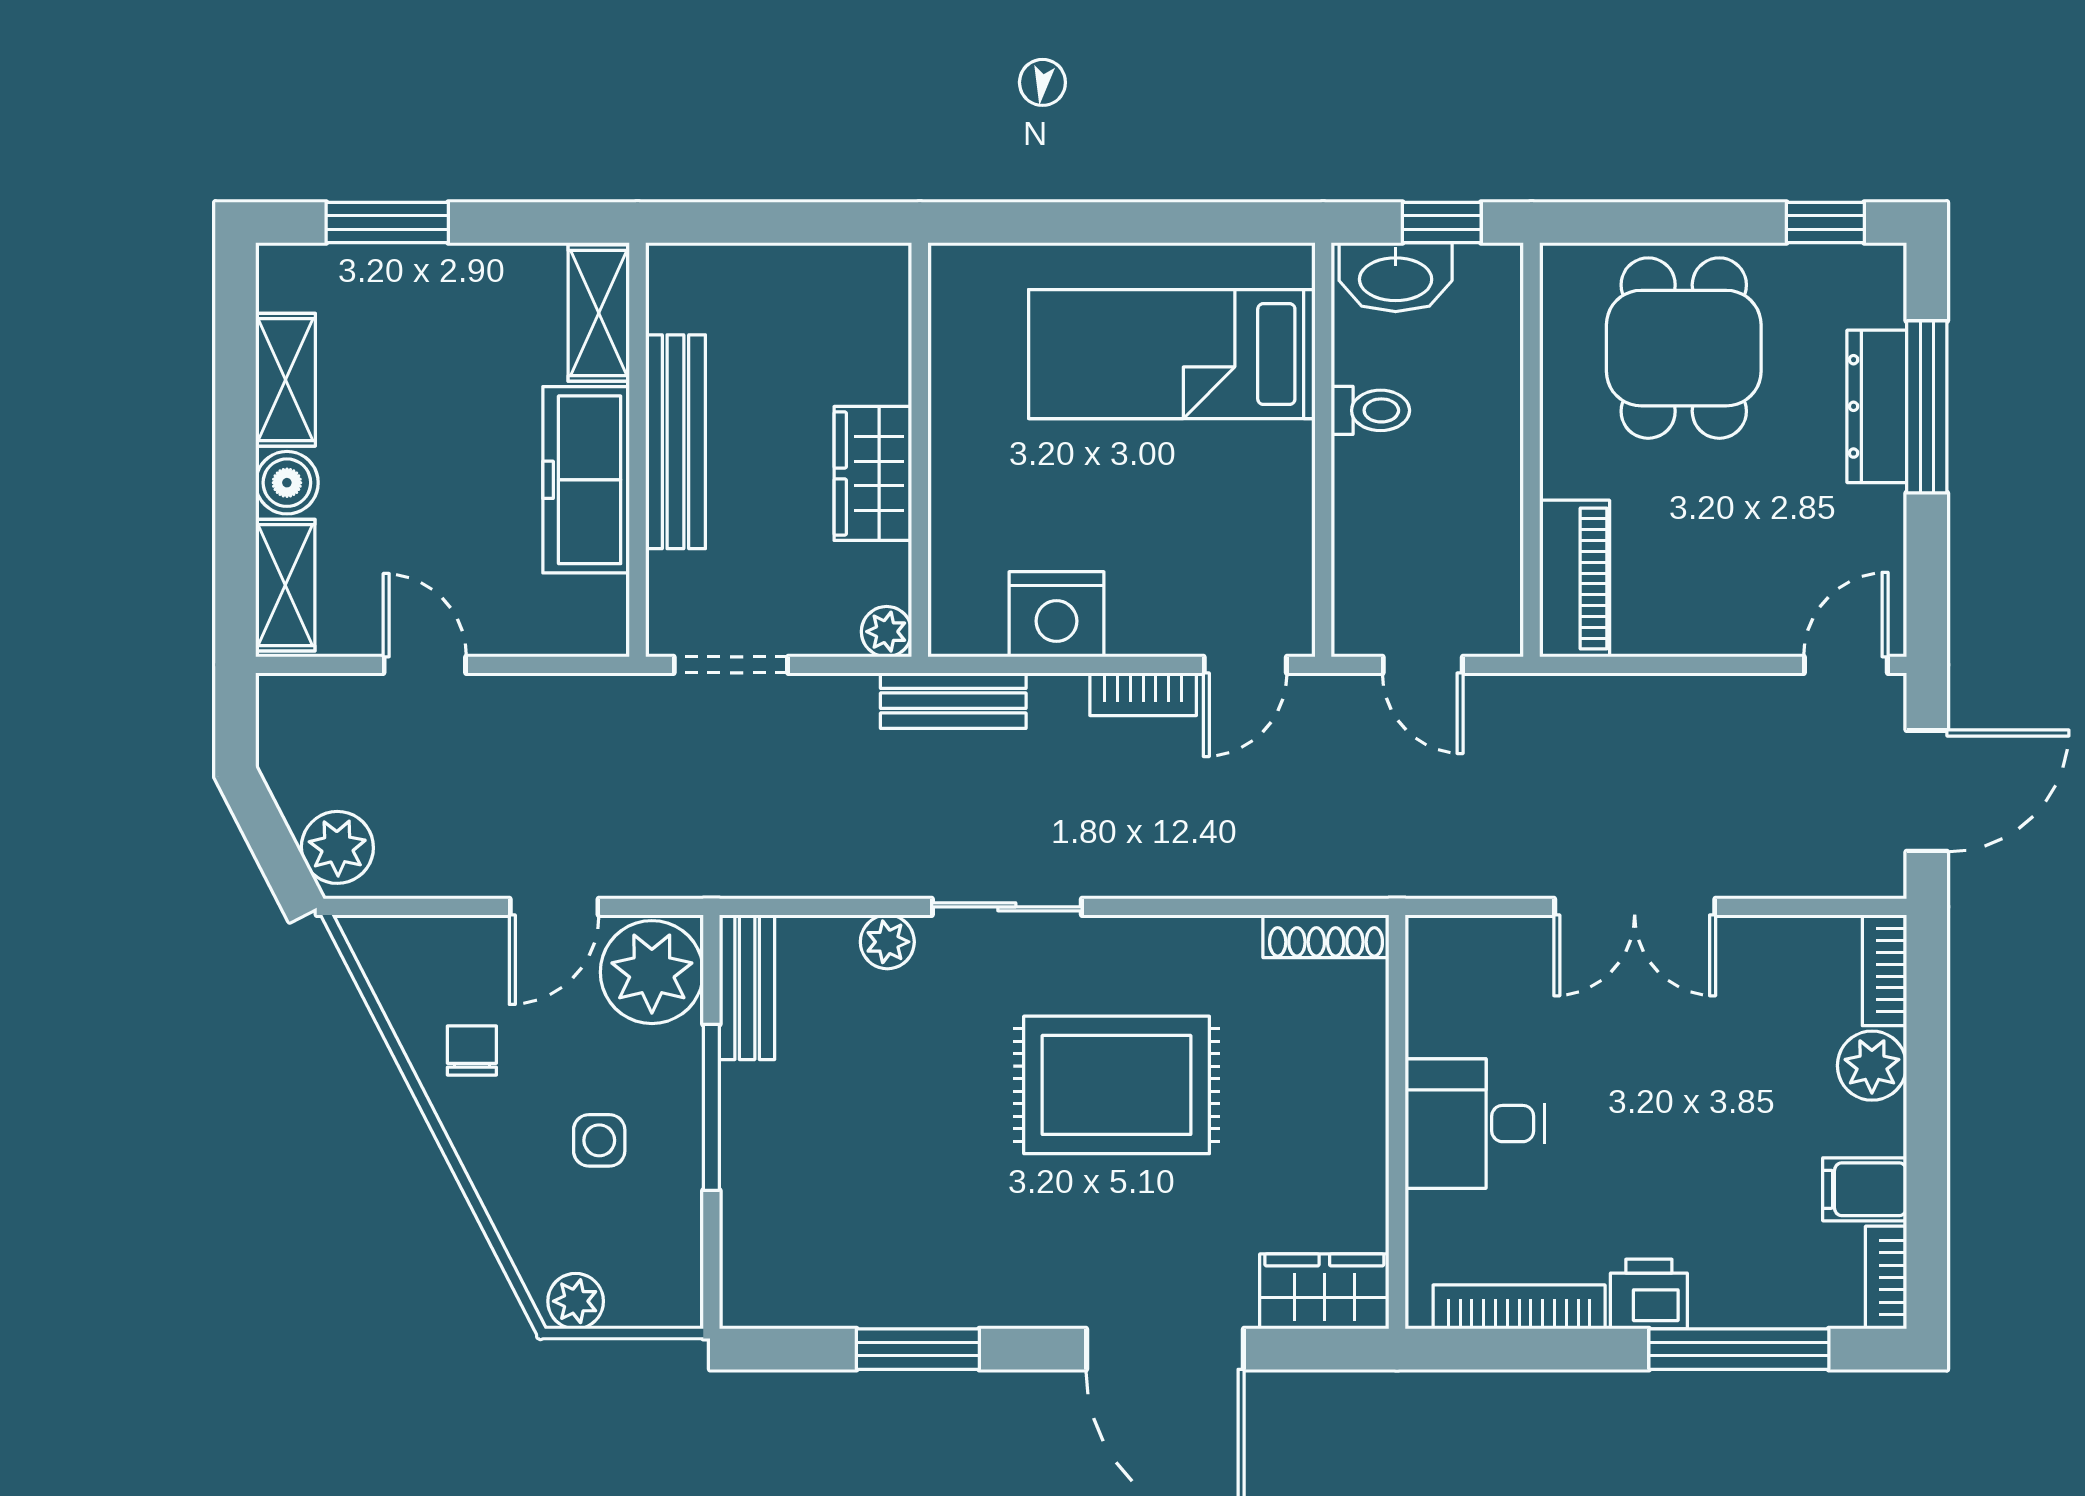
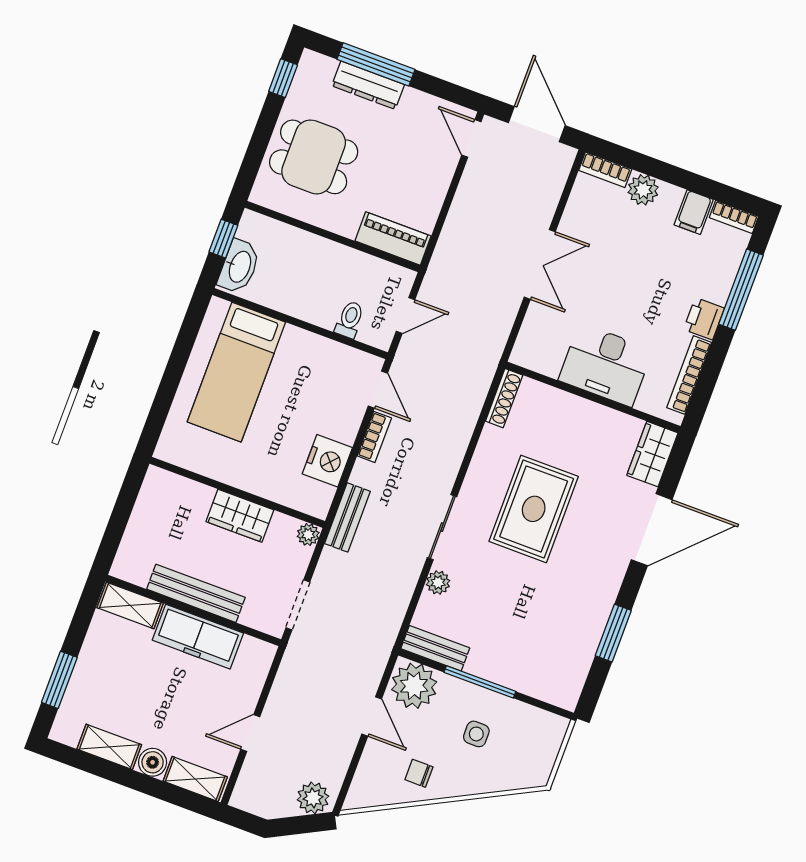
toilet: (1370, 410) -> (350, 320), moved
desk: (1475, 1124) -> (606, 365), width x1.37
plant: (576, 1301) -> (540, 769), removed

